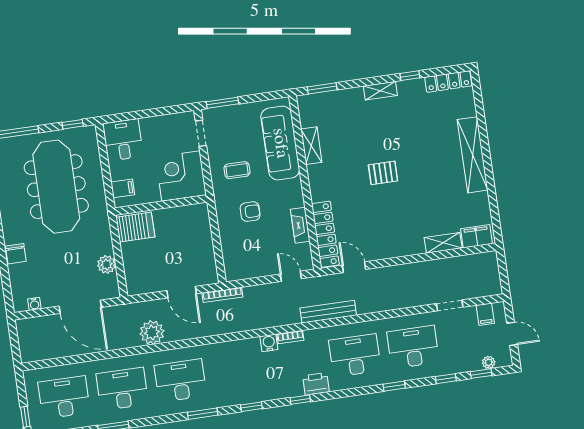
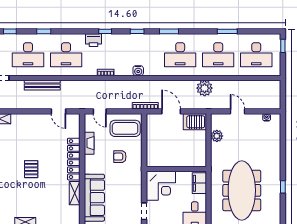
coffee table: (237, 170) -> (125, 128), moved, width x1.86, depth x1.72
pallet: (383, 173) -> (31, 169), turned 90
filing cabinet: (123, 188) -> (199, 183), width x2.00
server rack: (135, 227) -> (195, 122), moved
locker: (325, 234) -> (74, 159), moved
chair: (16, 254) -> (274, 151), removed
door: (80, 307) -> (237, 111), width x0.53
bench: (328, 312) -> (42, 85), moved
plant: (152, 332) -> (205, 88), moved
water cooler: (269, 343) -> (138, 71), moved

